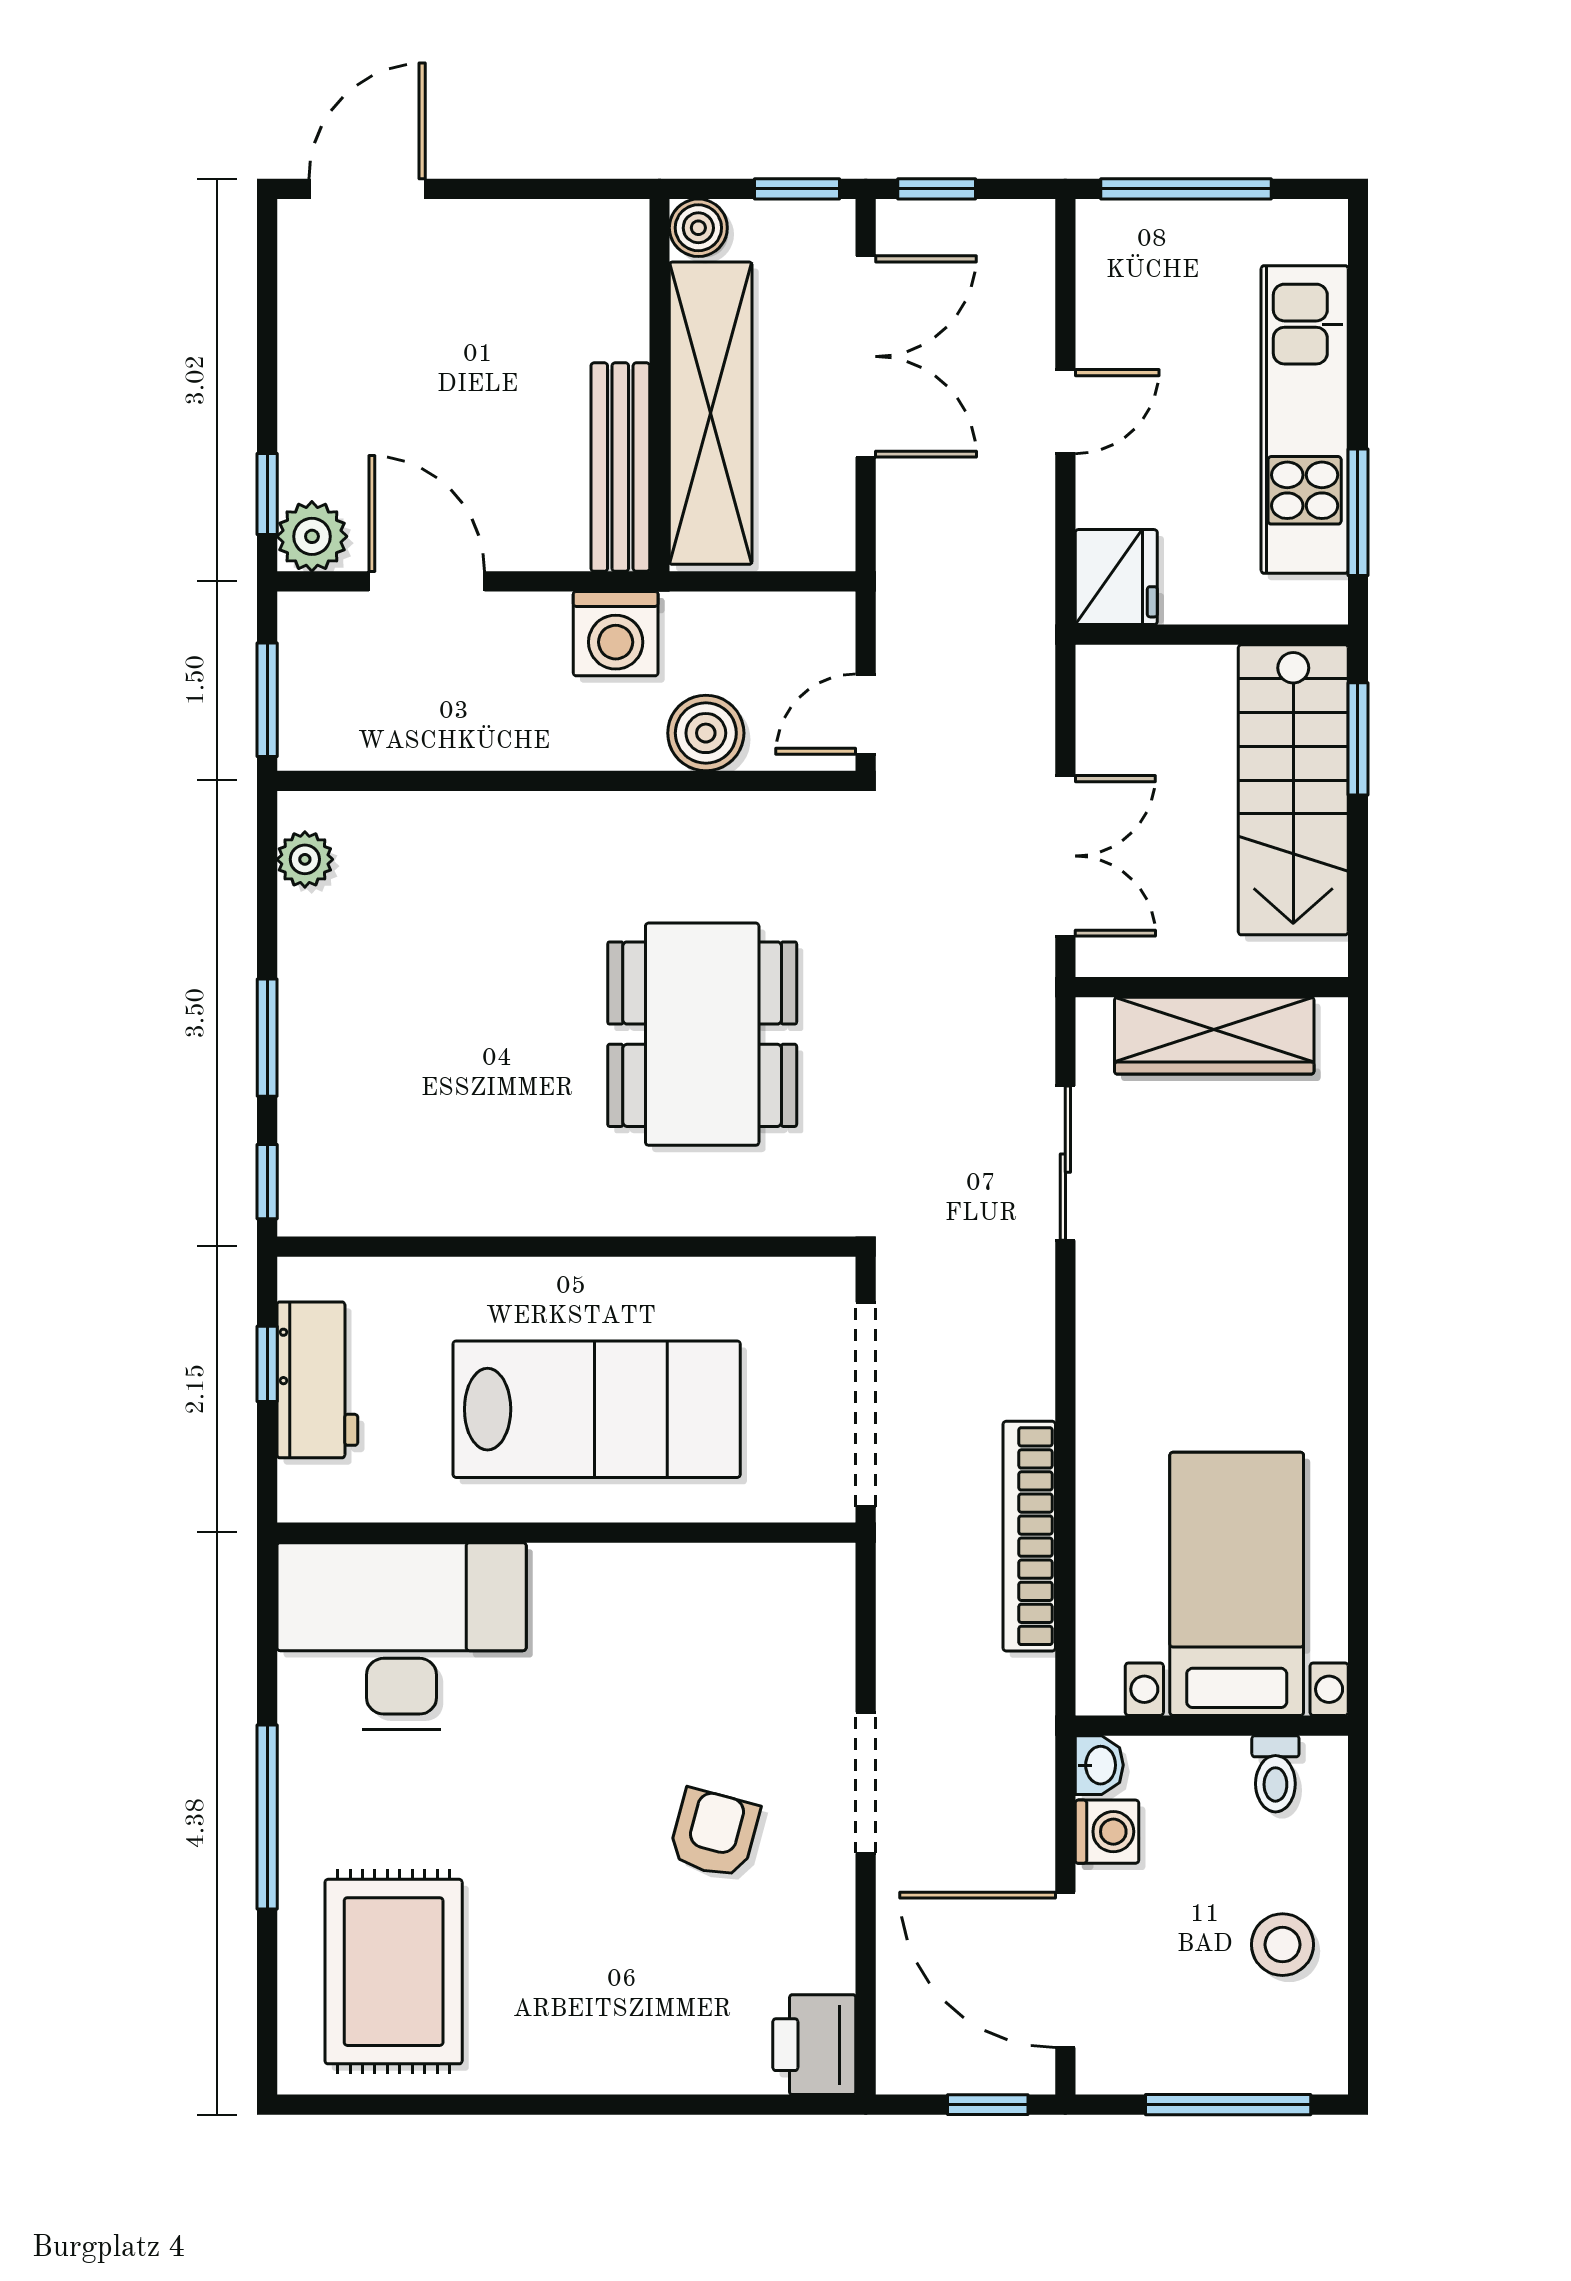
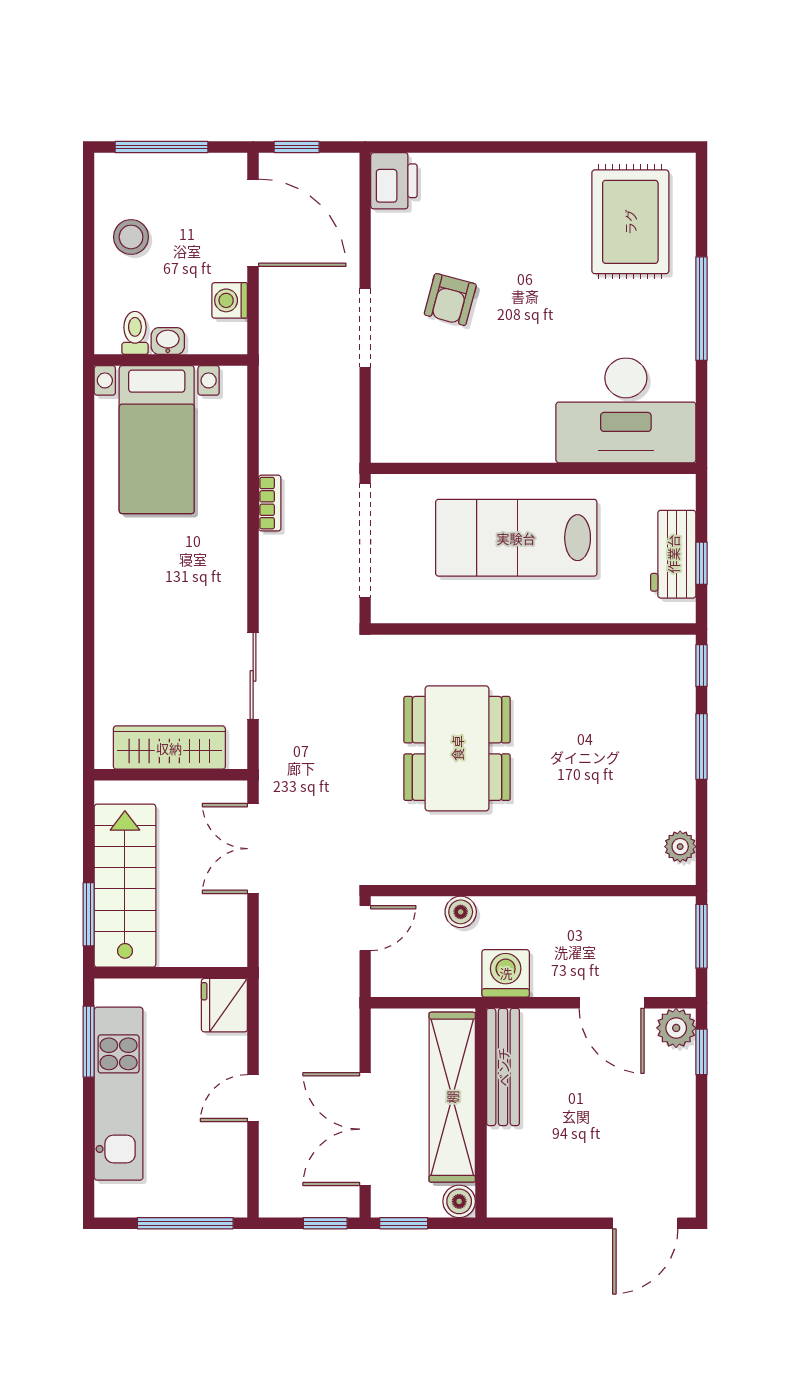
boiler: (706, 733) -> (461, 912), width x0.73, depth x0.73
bookcase: (1029, 1536) -> (270, 503), width x0.43, depth x0.76
washbasin: (1099, 1765) -> (168, 341), moved, turned 90

